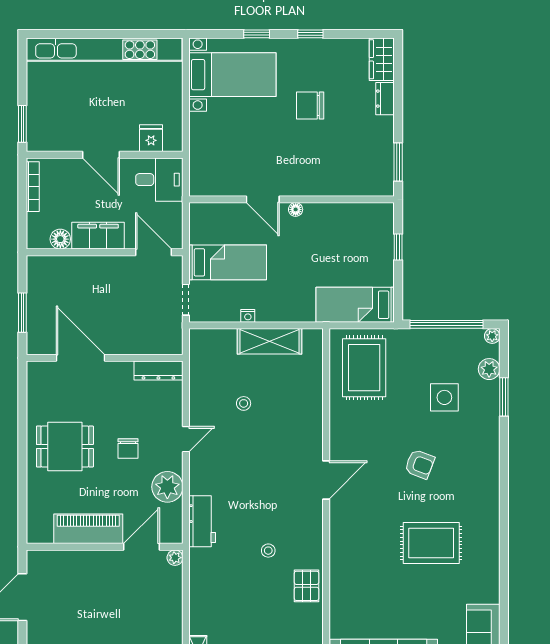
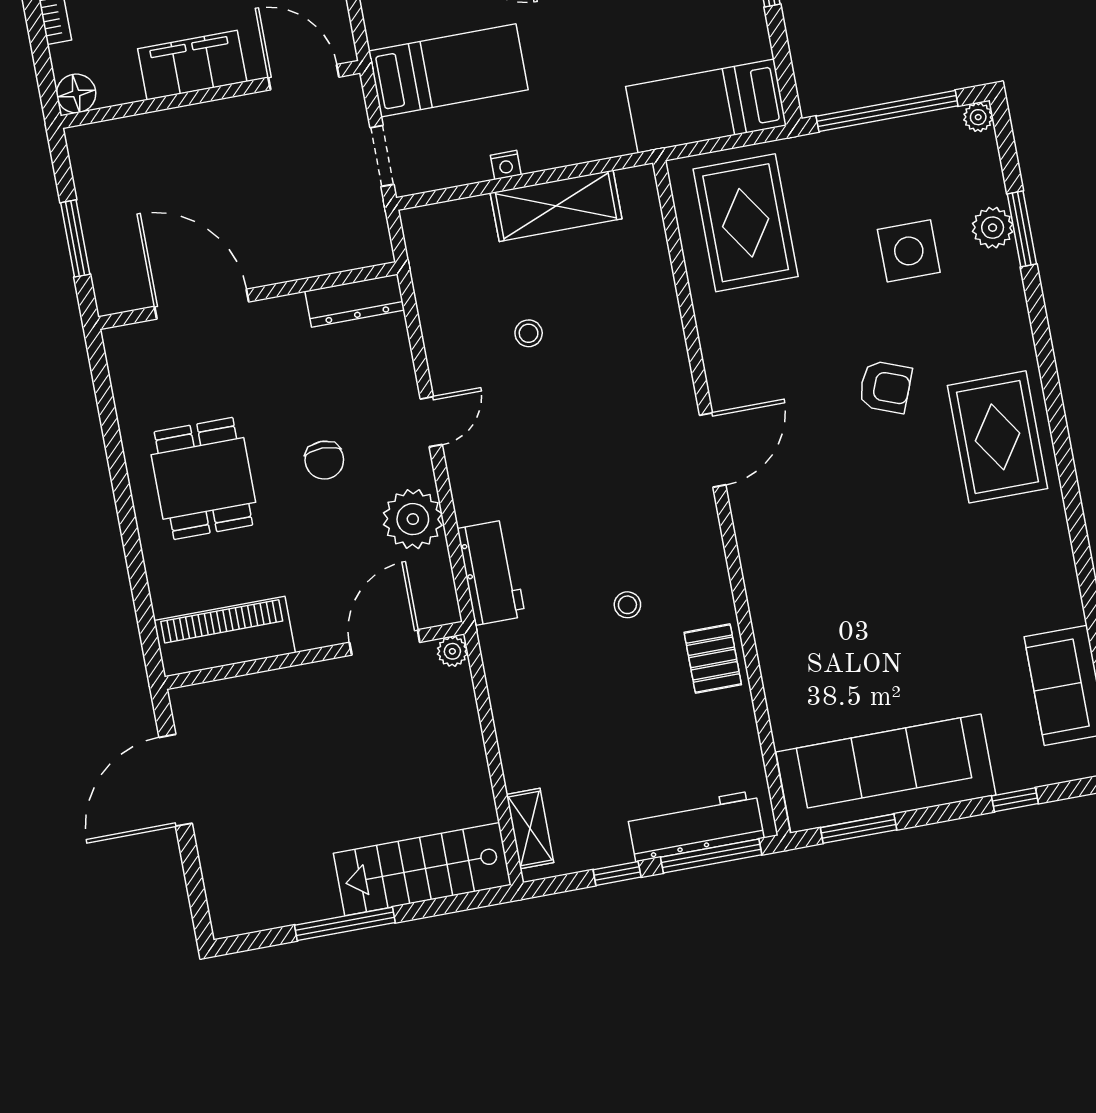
floor lamp: (60, 239) -> (76, 93), moved
plant: (489, 369) -> (993, 228), moved
dining table: (65, 447) -> (203, 478), turned 90
piano: (88, 529) -> (225, 637), moved
rug: (431, 543) -> (998, 437), moved, turned 90

